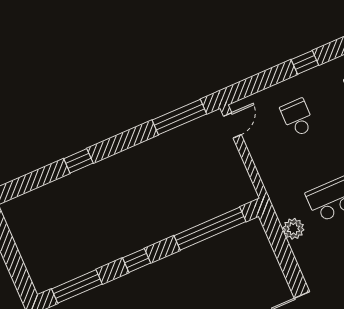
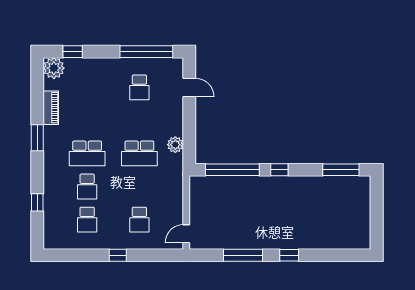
window: (179, 117) -> (243, 255), moved
window: (78, 161) -> (289, 255), moved
window: (137, 260) -> (279, 170), moved

